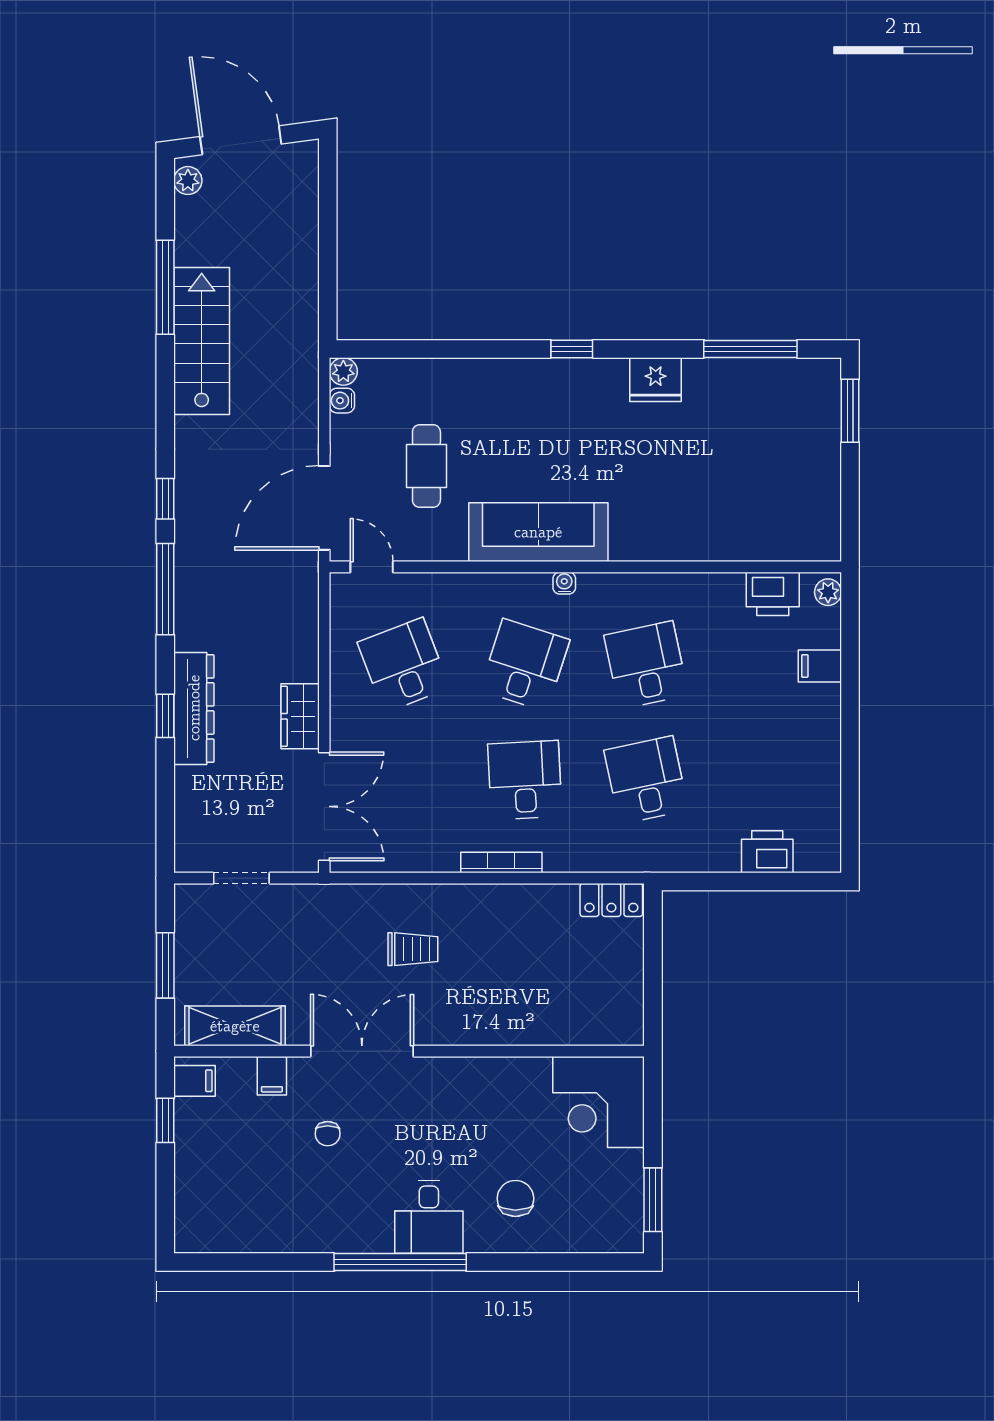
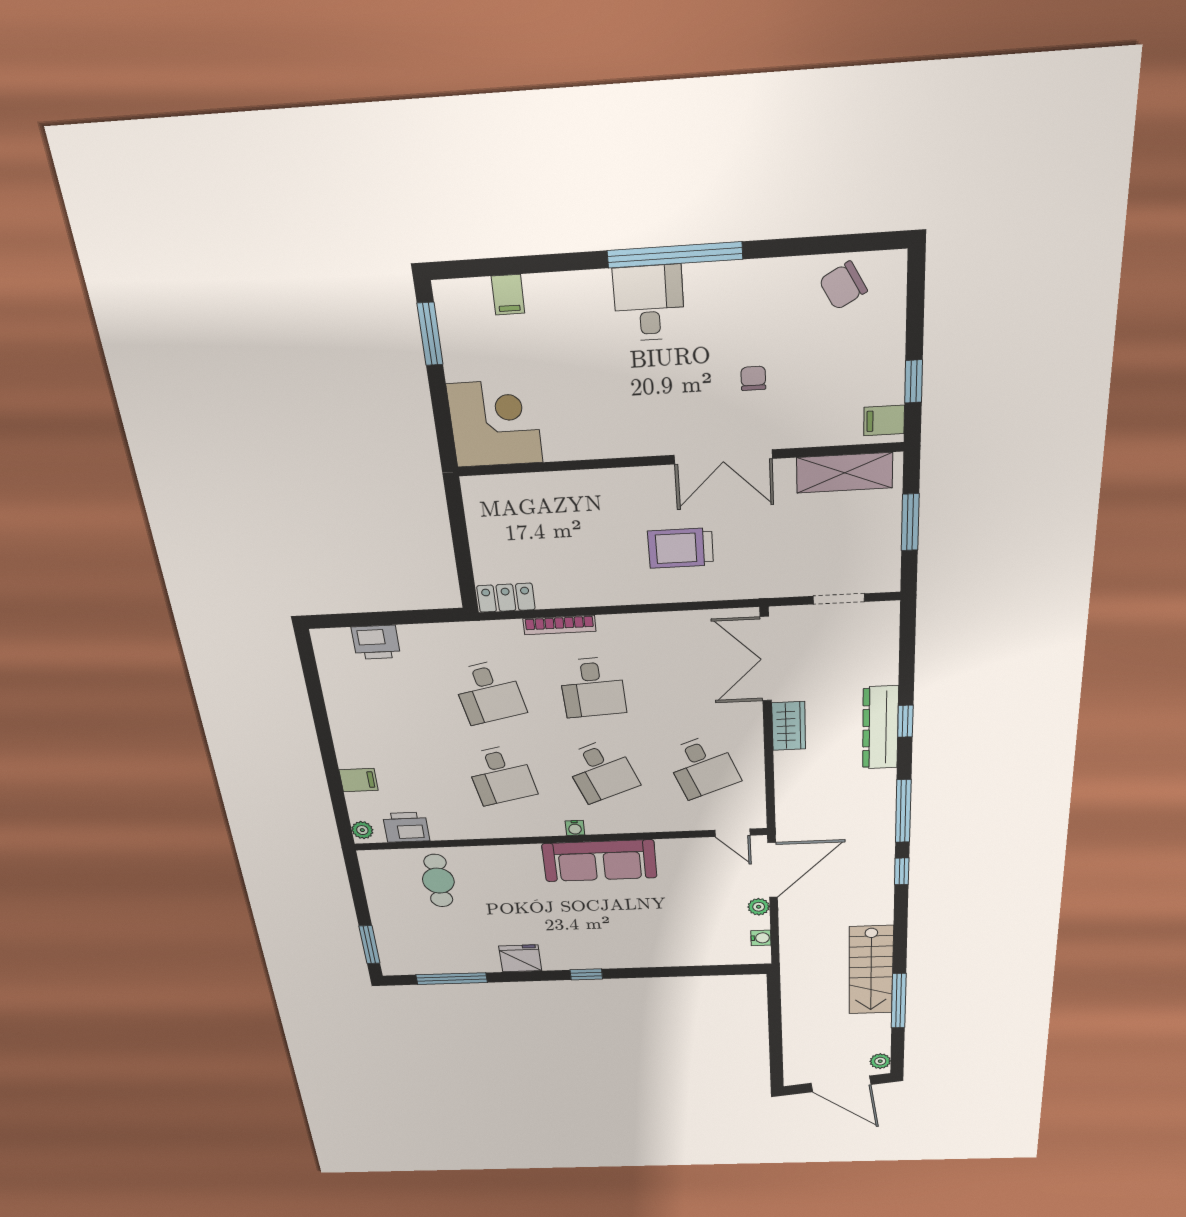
plant: (343, 371) -> (759, 907), moved
cafe table: (426, 466) -> (438, 881), moved
desk: (525, 665) -> (601, 771), turned -39
bookcase: (501, 863) -> (559, 625), moved
trolley: (413, 949) -> (681, 548), width x1.36, depth x1.39
filing cabinet: (272, 1076) -> (508, 295), moved, turned 180
chair: (515, 1198) -> (843, 286), moved, turned 61

